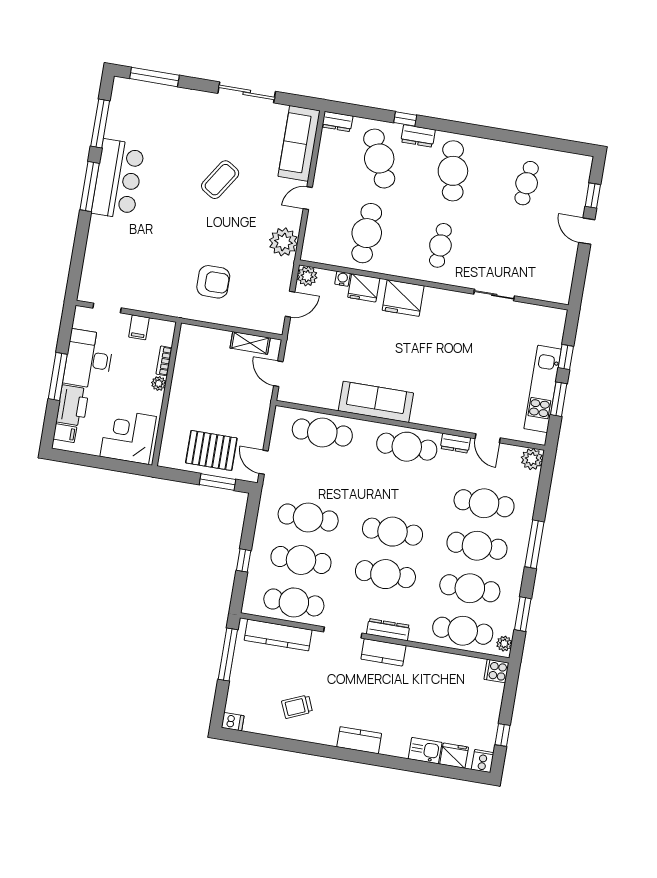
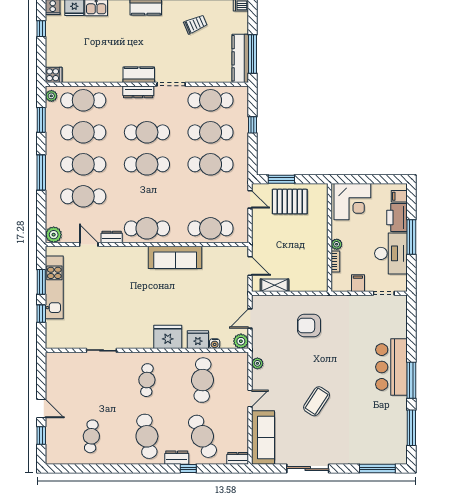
bar counter: (118, 179) -> (391, 367), moved
plant: (283, 242) -> (257, 363), width x0.53, depth x0.53
kitchen counter: (278, 635) -> (240, 58), moved, turned -90

